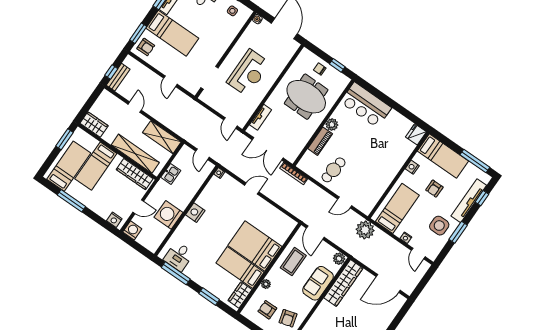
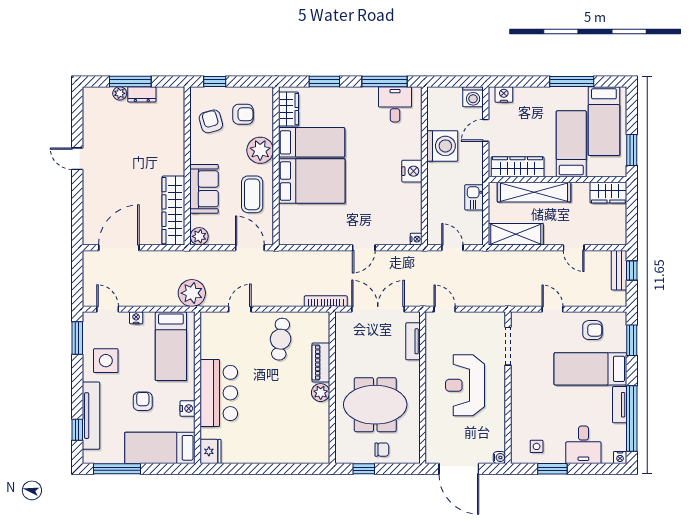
armchair: (146, 47) -> (592, 330), moved, turned 180
bar counter: (366, 105) -> (219, 393), moved, turned 90
window: (458, 232) -> (77, 338), moved
plant: (266, 284) -> (260, 150), width x1.88, depth x1.88

